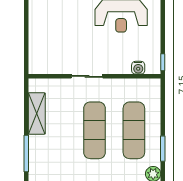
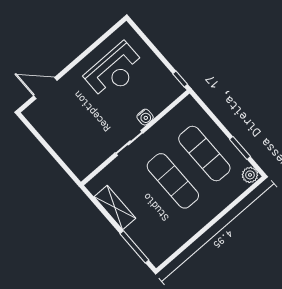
water cooler: (138, 68) -> (145, 117), moved

